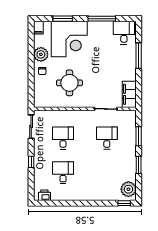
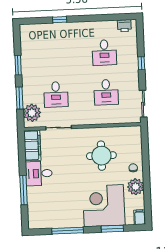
desk: (124, 33) -> (39, 173), moved, turned 90
plant: (128, 189) -> (32, 113), moved
window: (124, 203) -> (60, 20), moved

